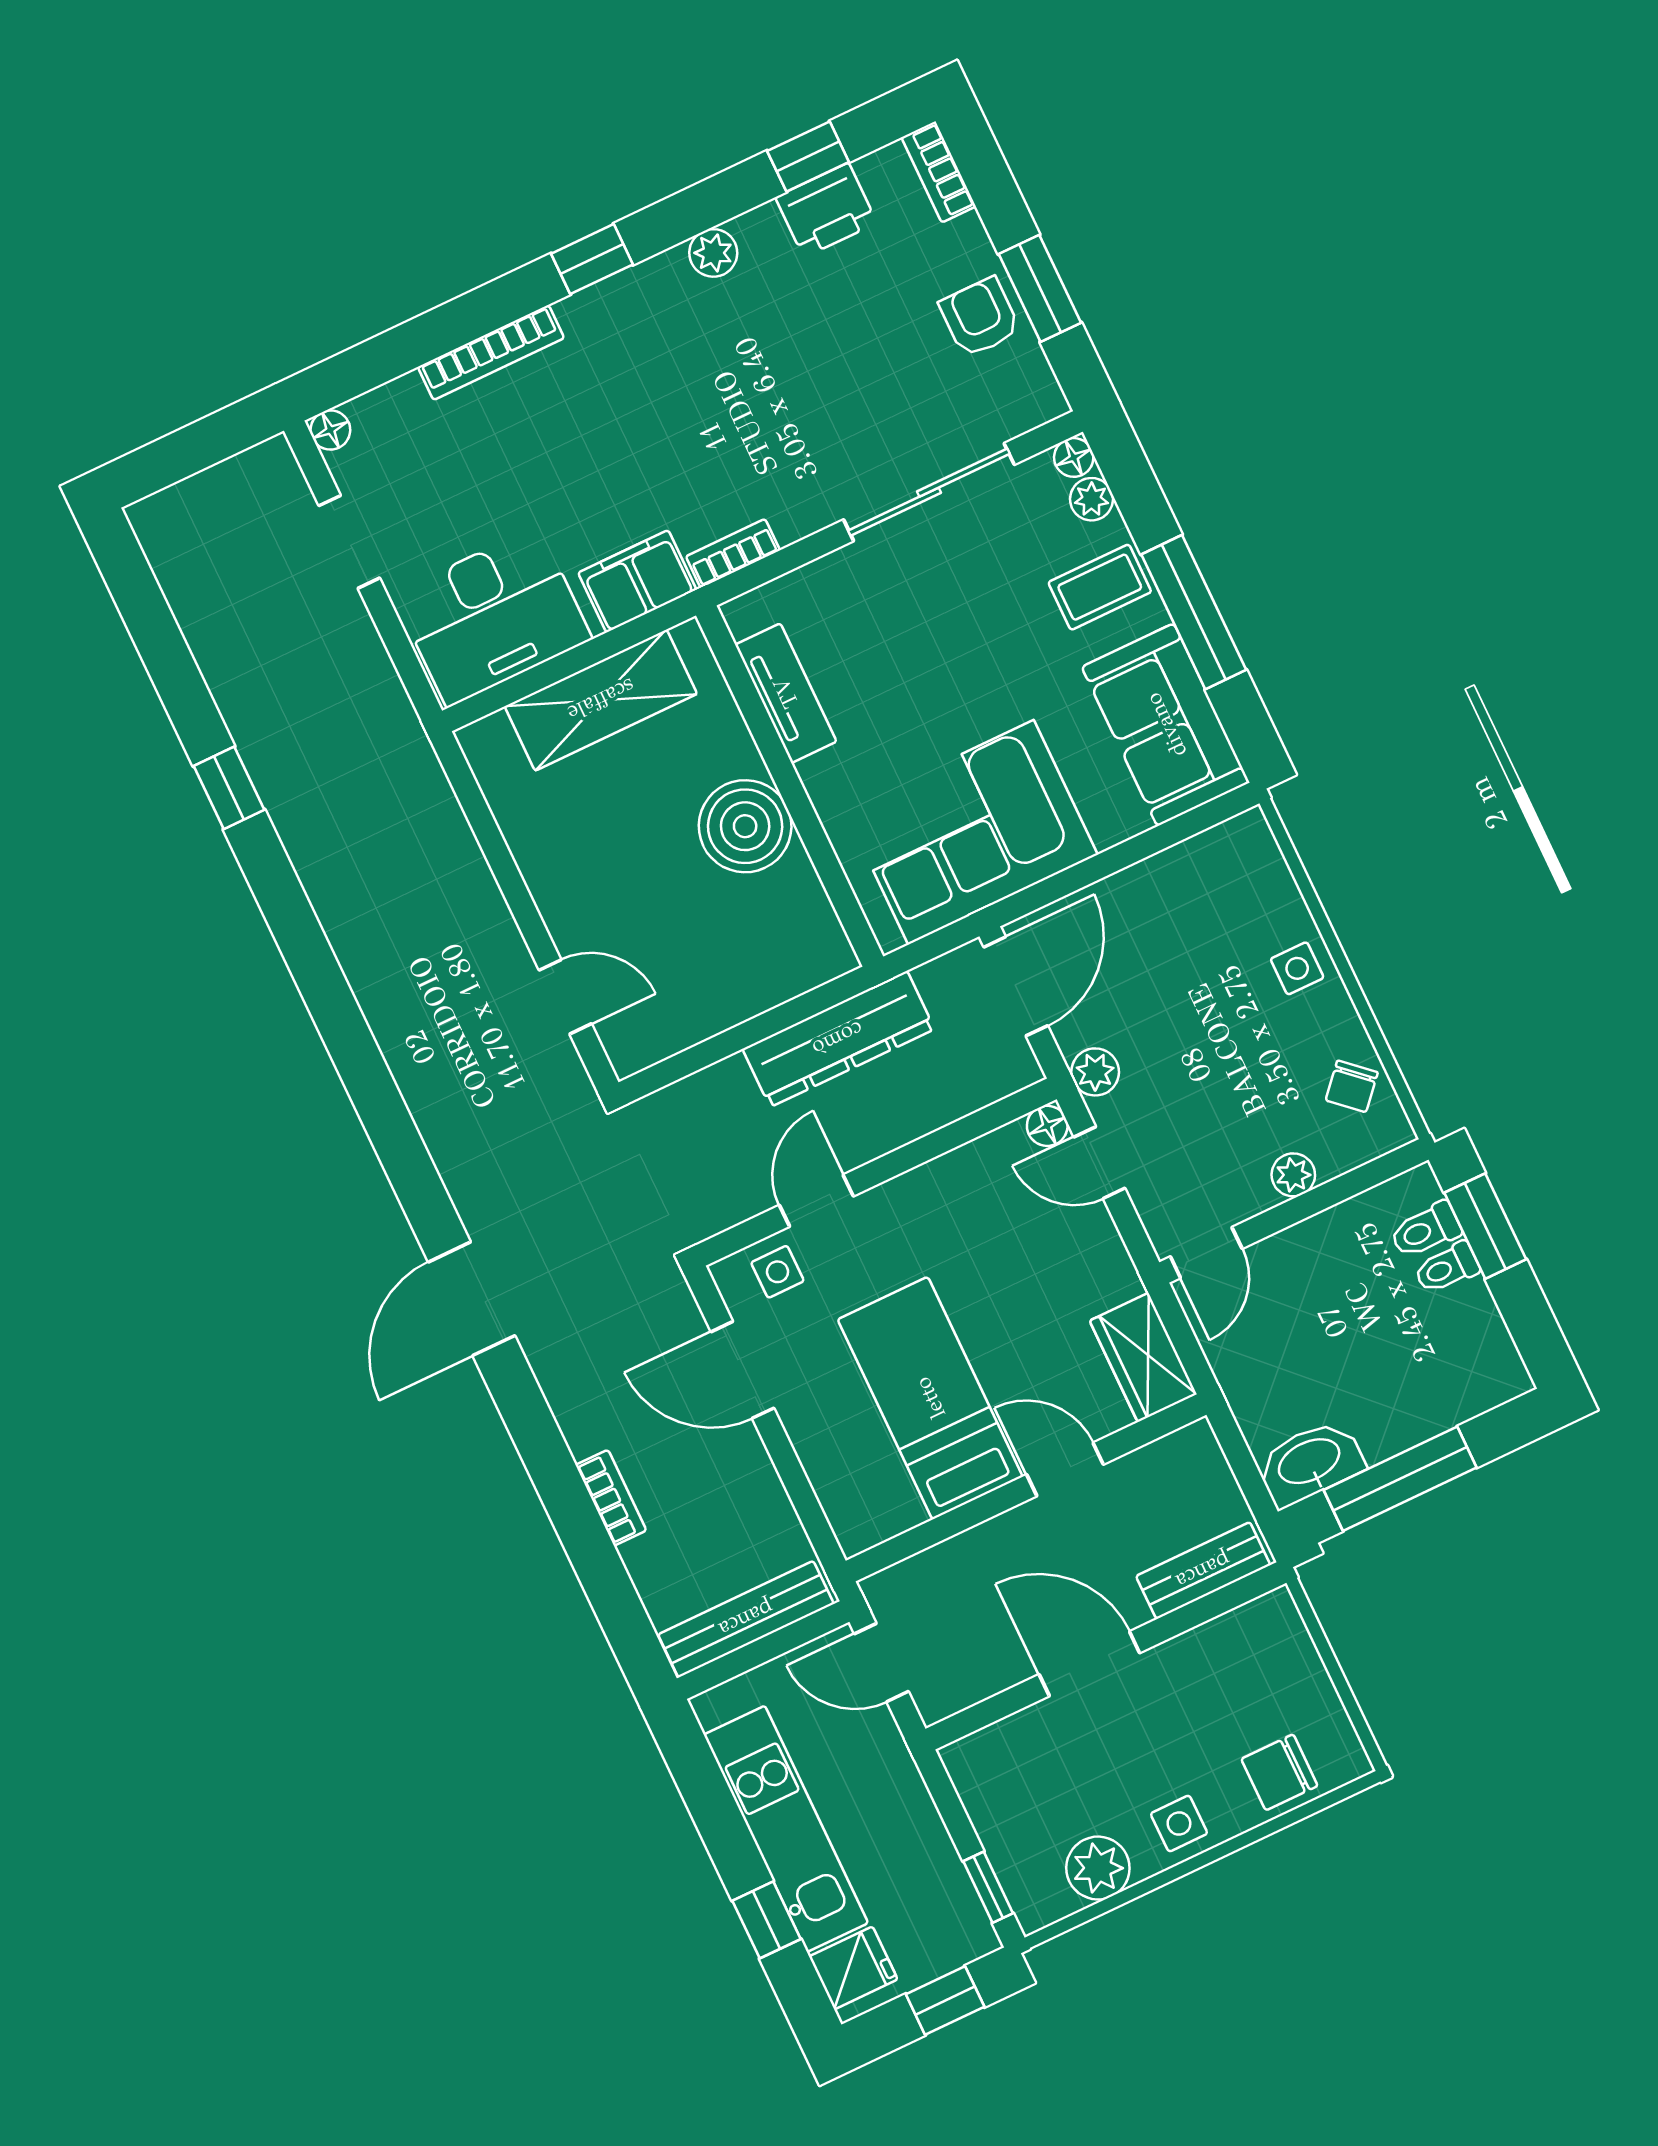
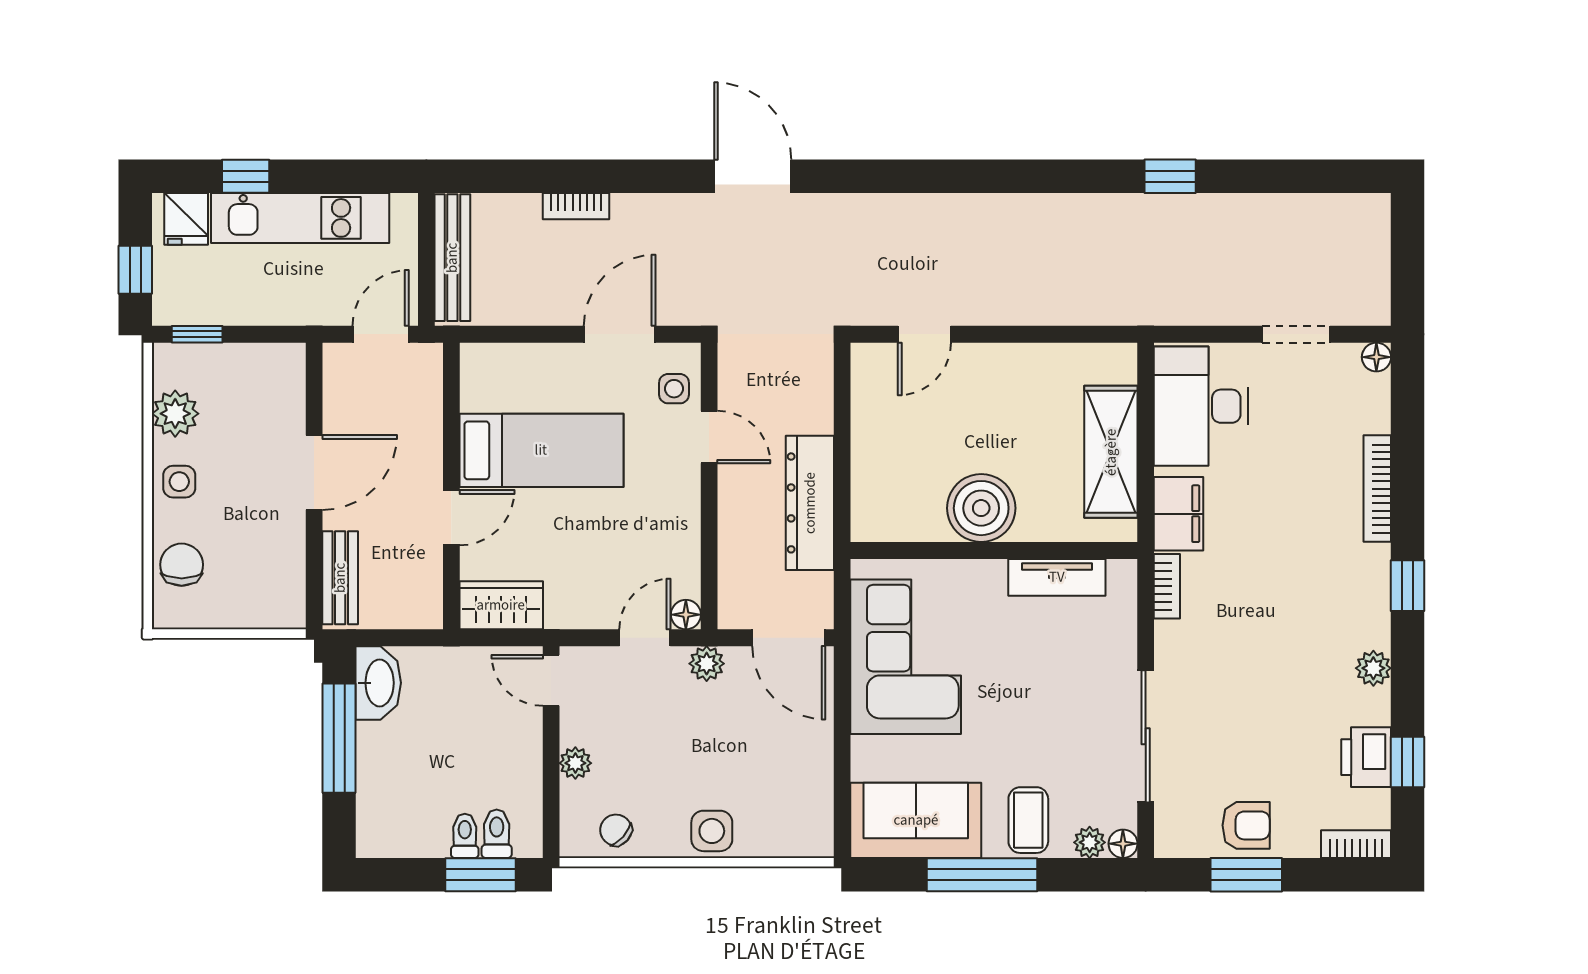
side table: (1297, 968) -> (712, 831), width x1.37, depth x1.37

